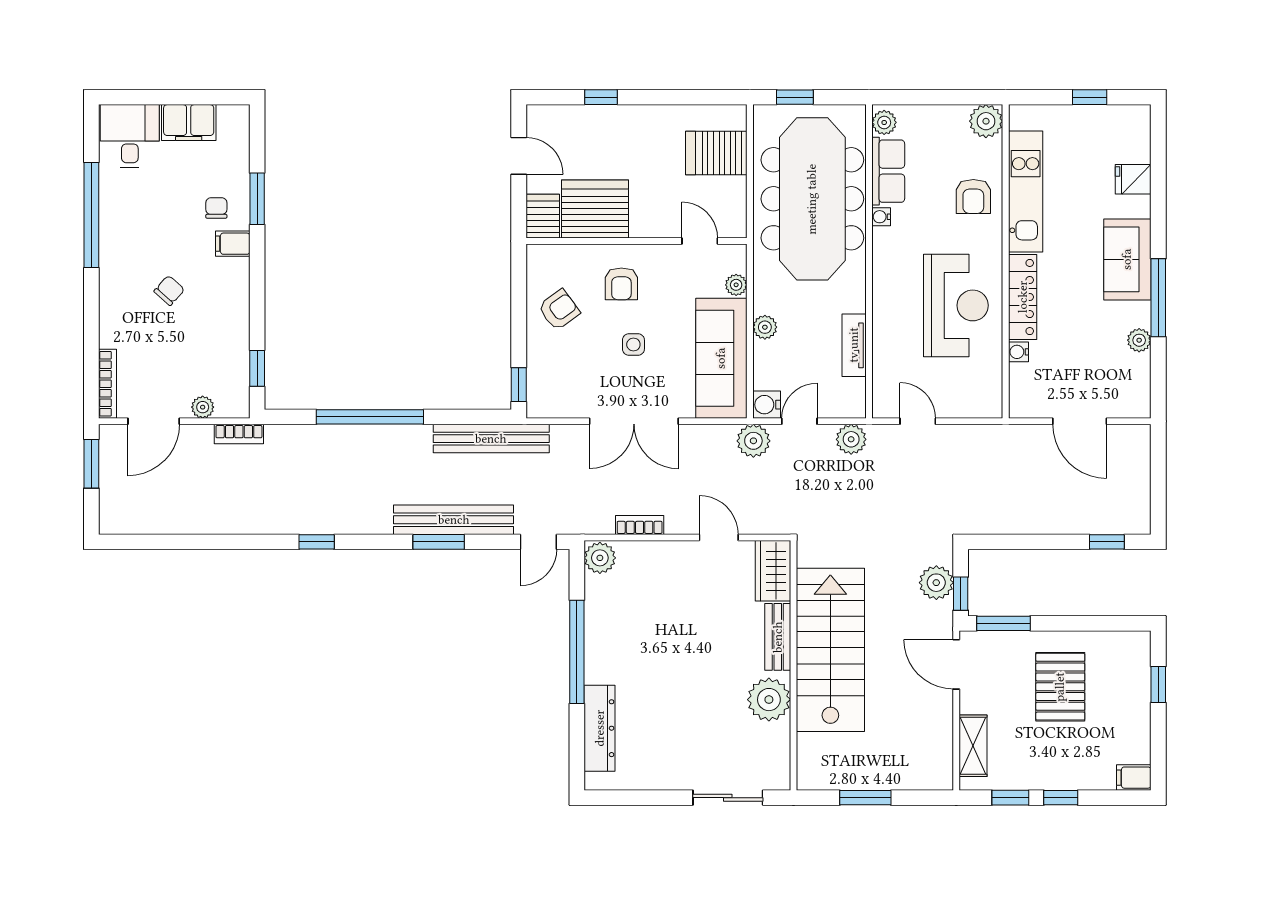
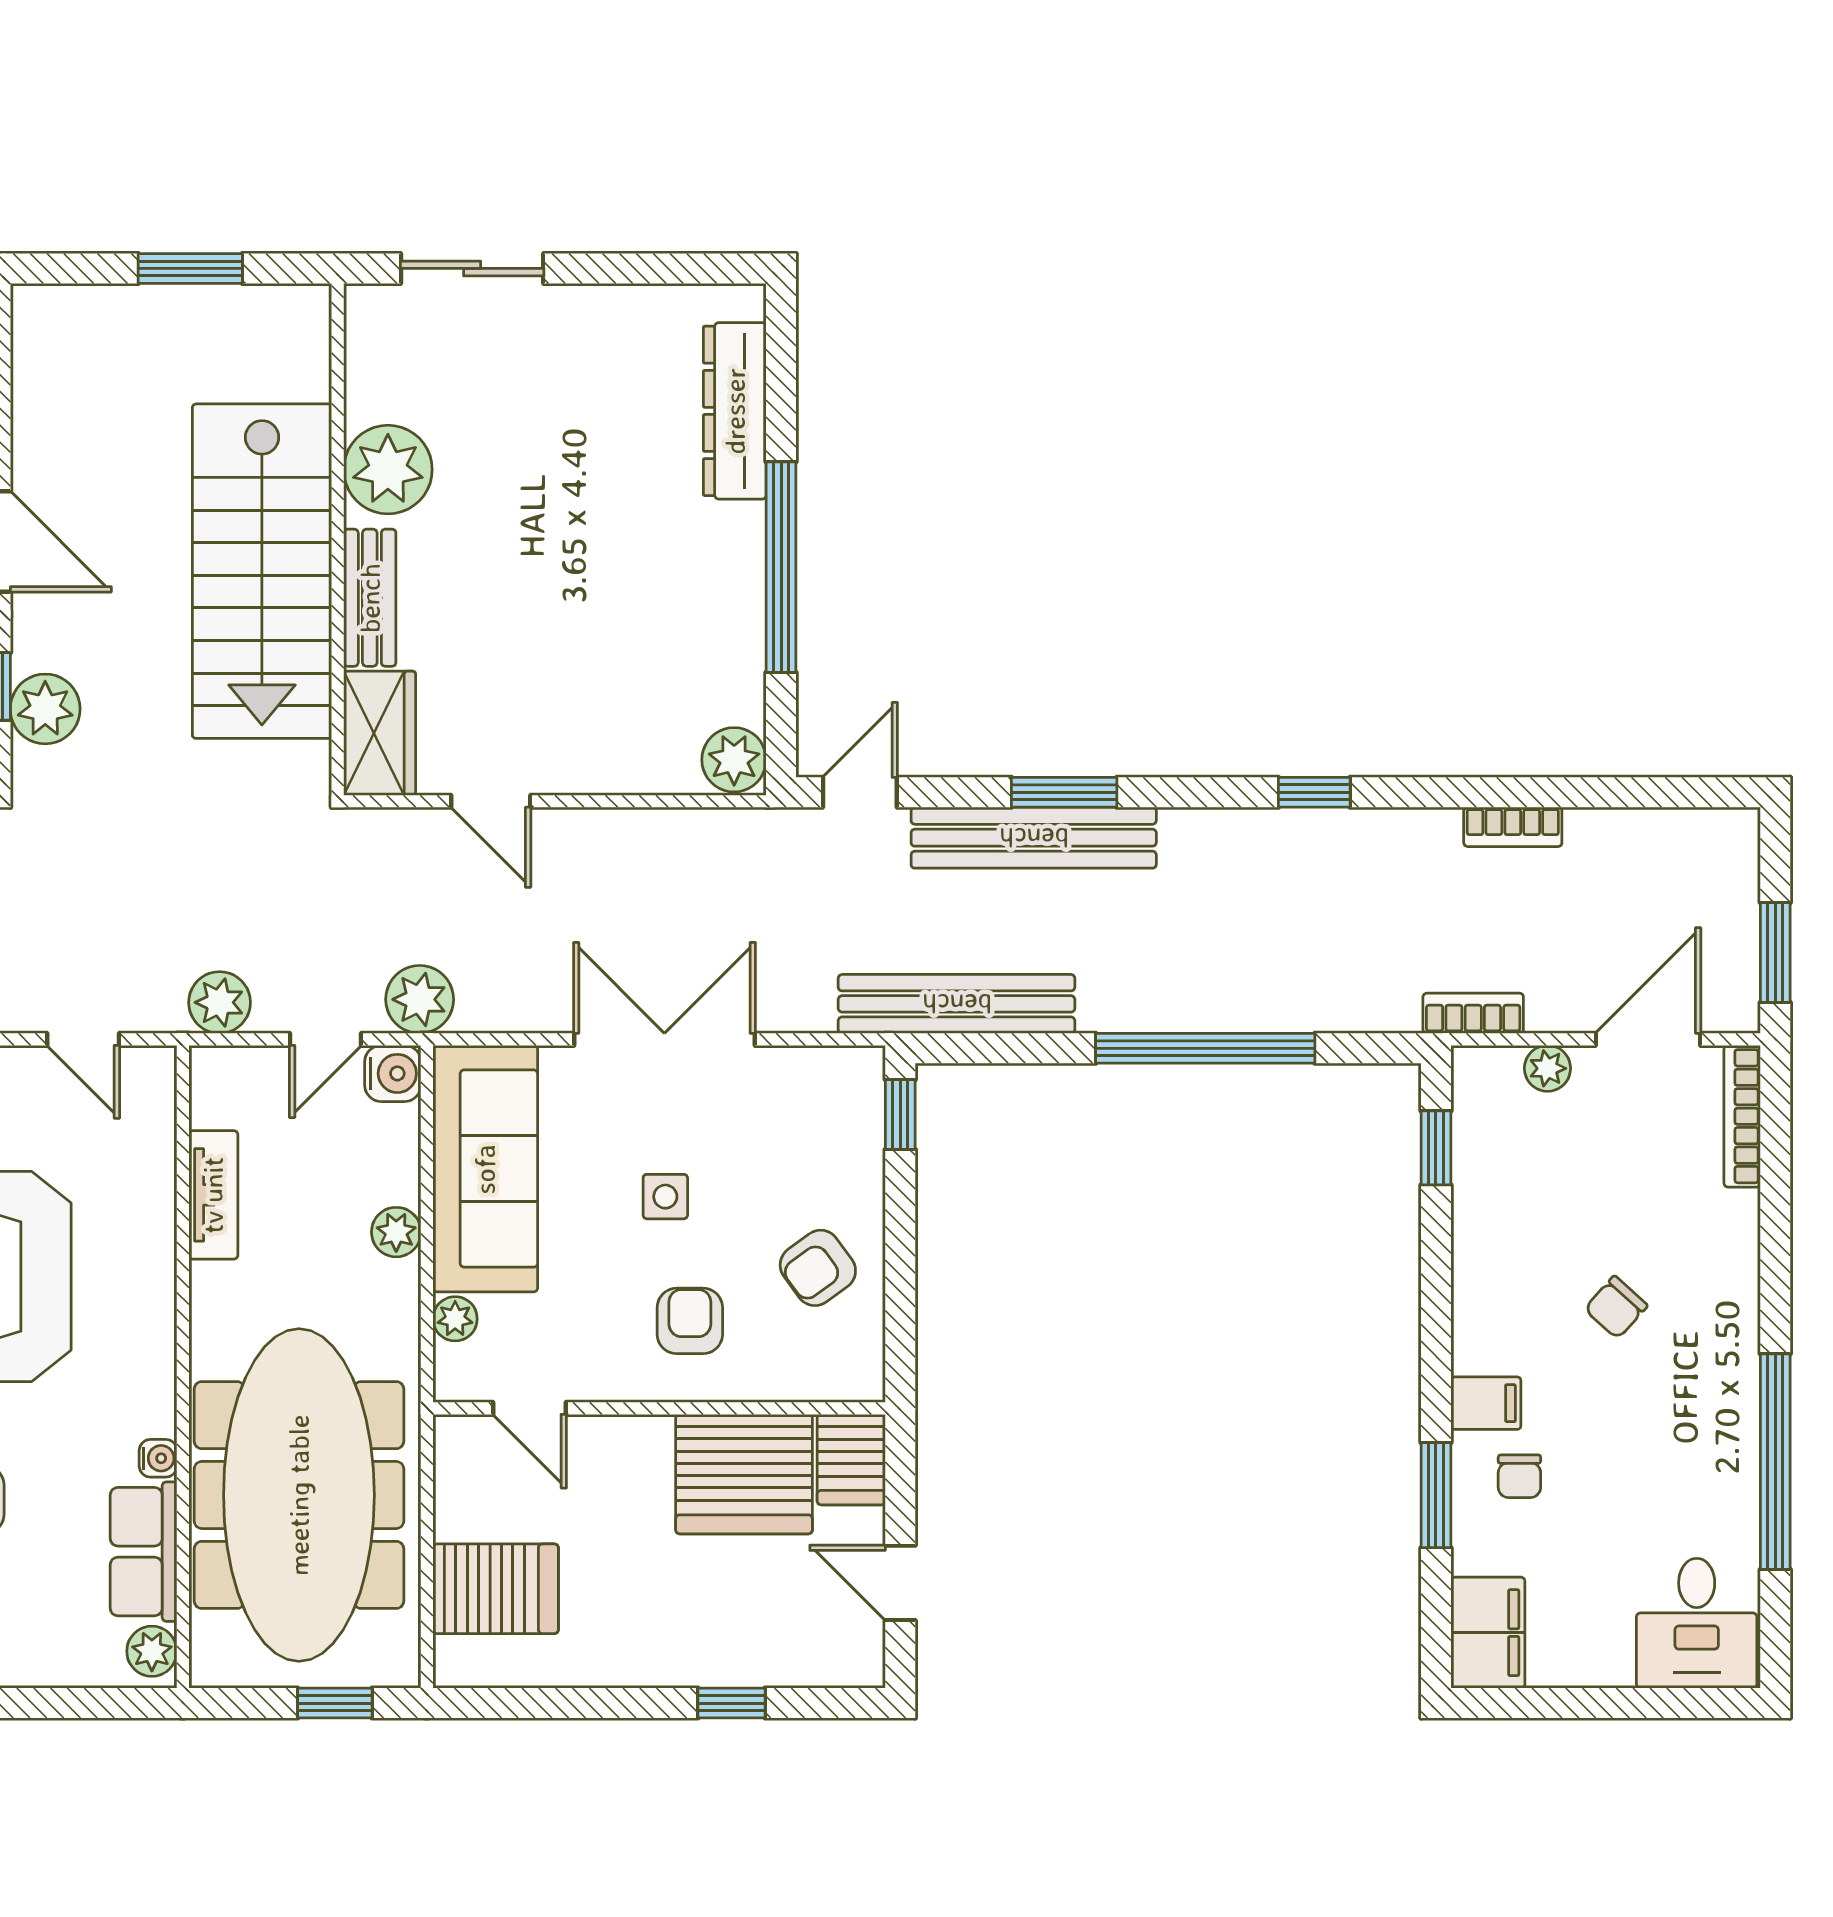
filing cabinet: (189, 123) -> (1488, 1633), moved, turned 90
bookcase: (640, 525) -> (1513, 827), moved

